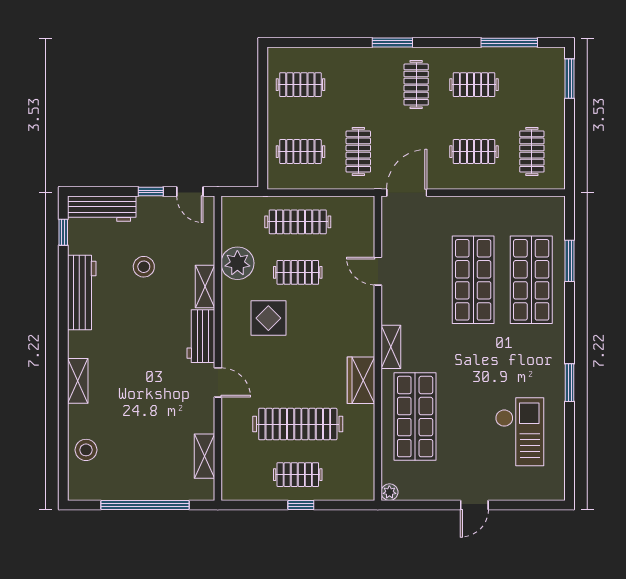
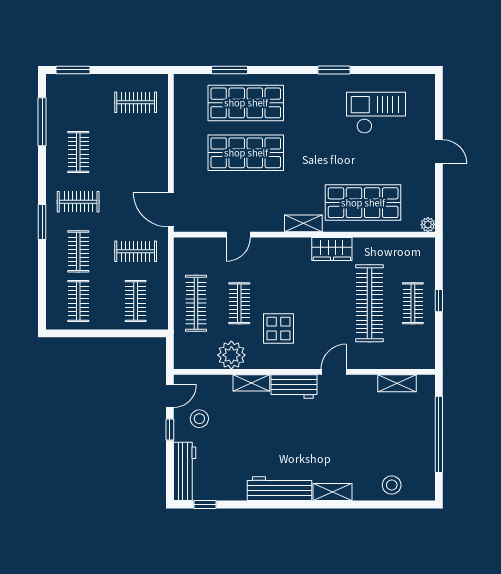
clothes rail: (474, 152) -> (78, 251), moved
stool: (144, 267) -> (199, 419), moved
workbench: (82, 292) -> (280, 489), moved

